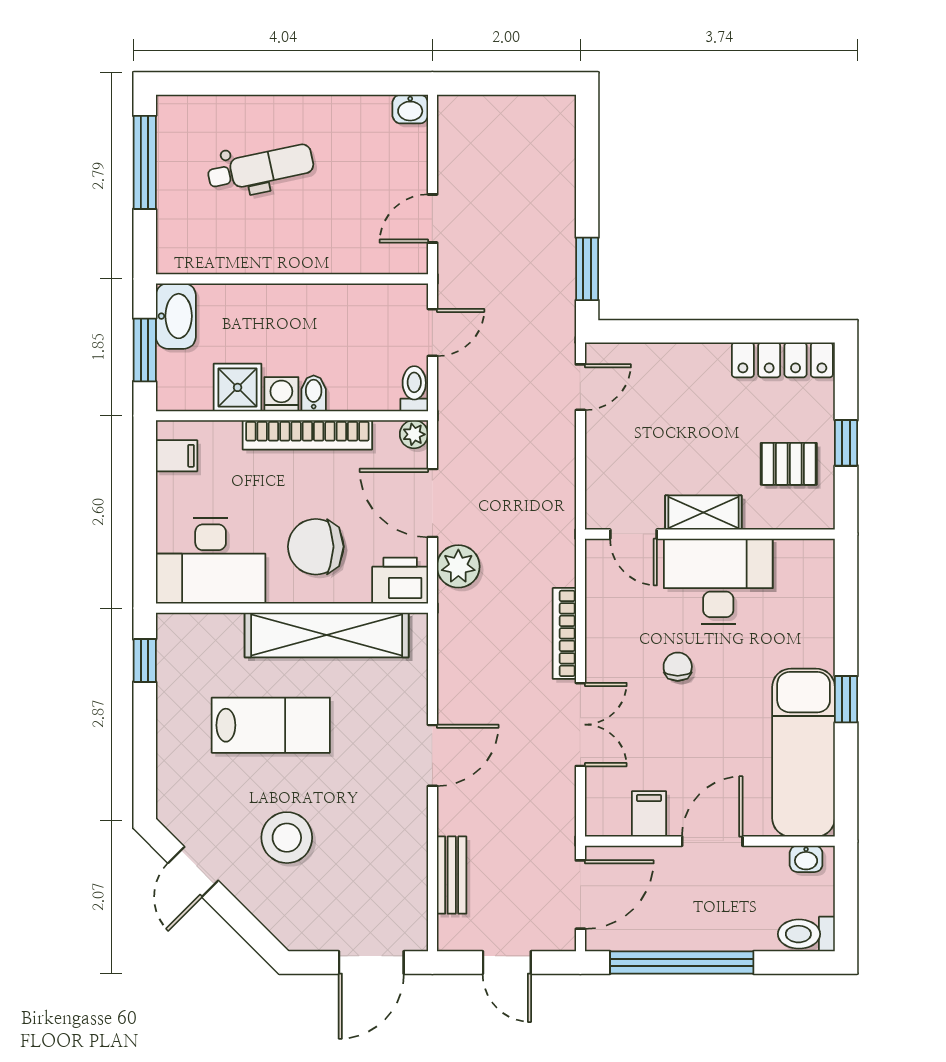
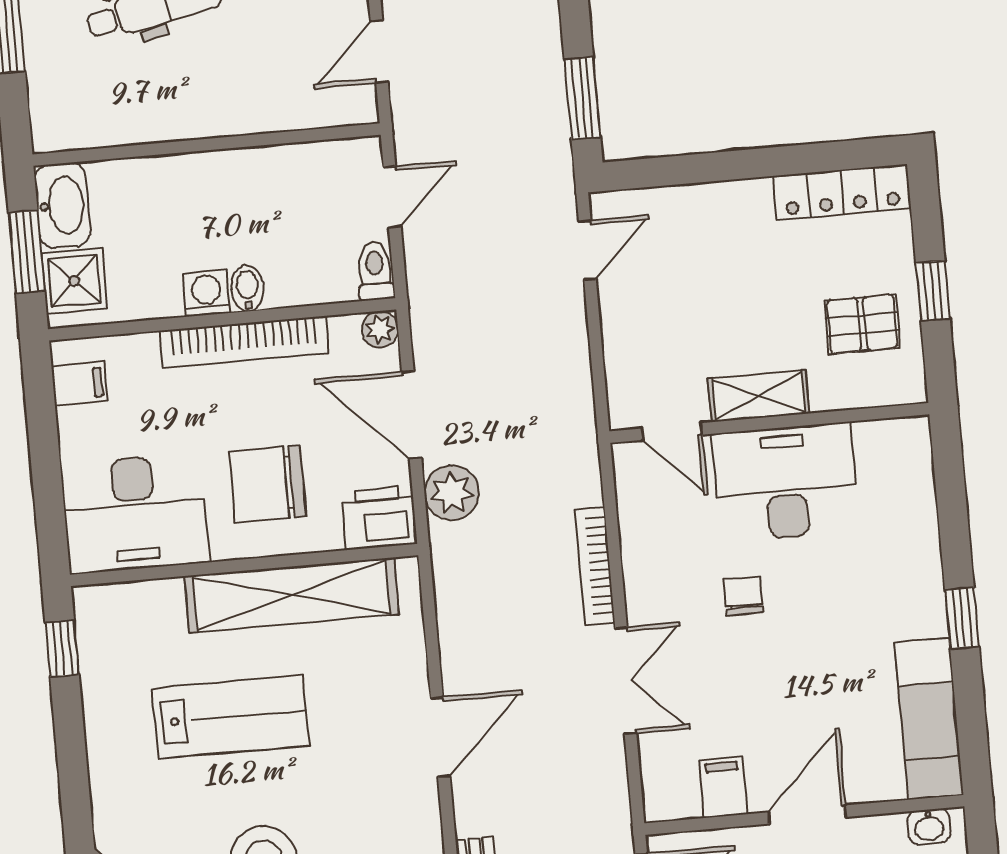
shower: (238, 387) -> (74, 281), moved
exam couch: (804, 753) -> (929, 719), width x0.73, depth x0.69

